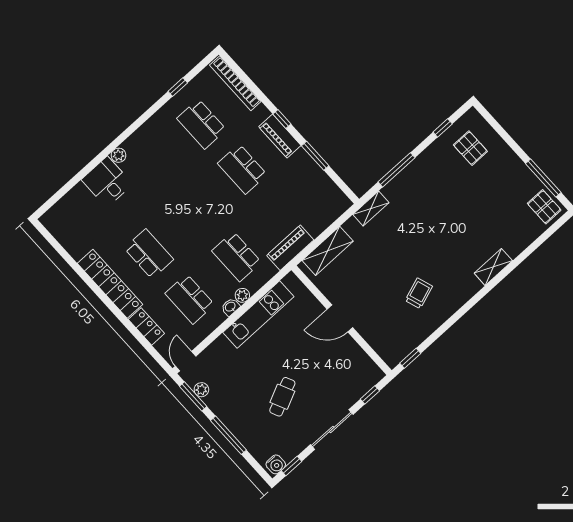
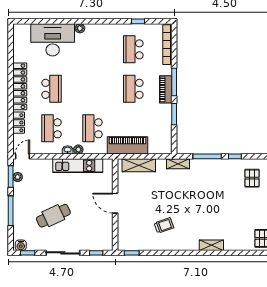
window: (282, 119) -> (174, 82), width x2.17
window: (443, 128) -> (235, 156), moved
desk: (107, 182) -> (53, 40), width x1.87, depth x1.30
piano: (290, 248) -> (128, 145), width x1.37, depth x1.33
cafe table: (282, 397) -> (53, 216), width x1.37, depth x1.35

